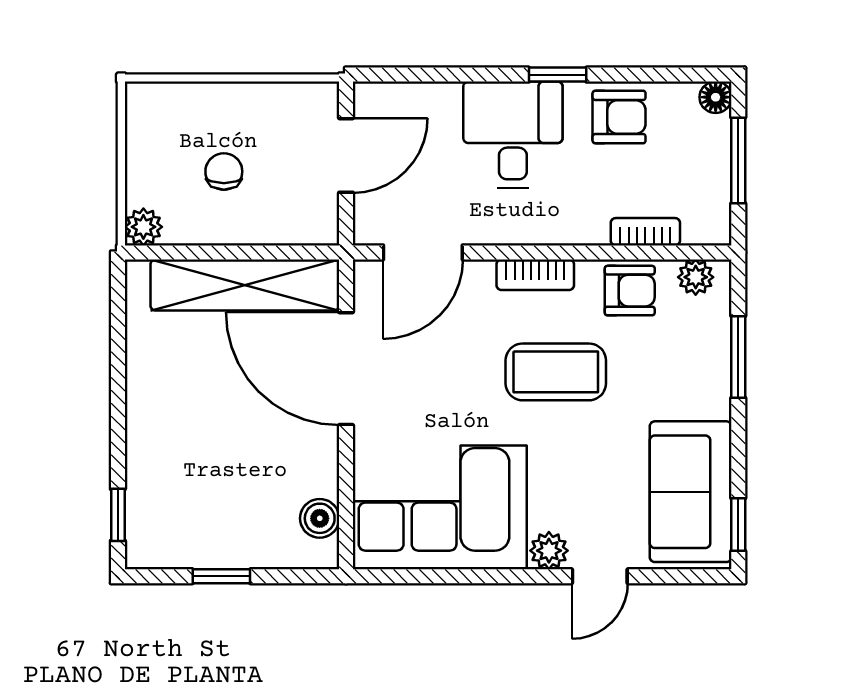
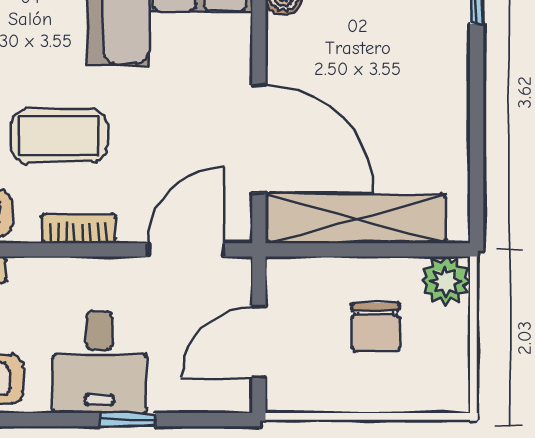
window: (558, 75) -> (128, 420), moved
chair: (224, 171) -> (376, 327), width x1.37, depth x1.37
plant: (143, 227) -> (446, 281), width x1.38, depth x1.38

